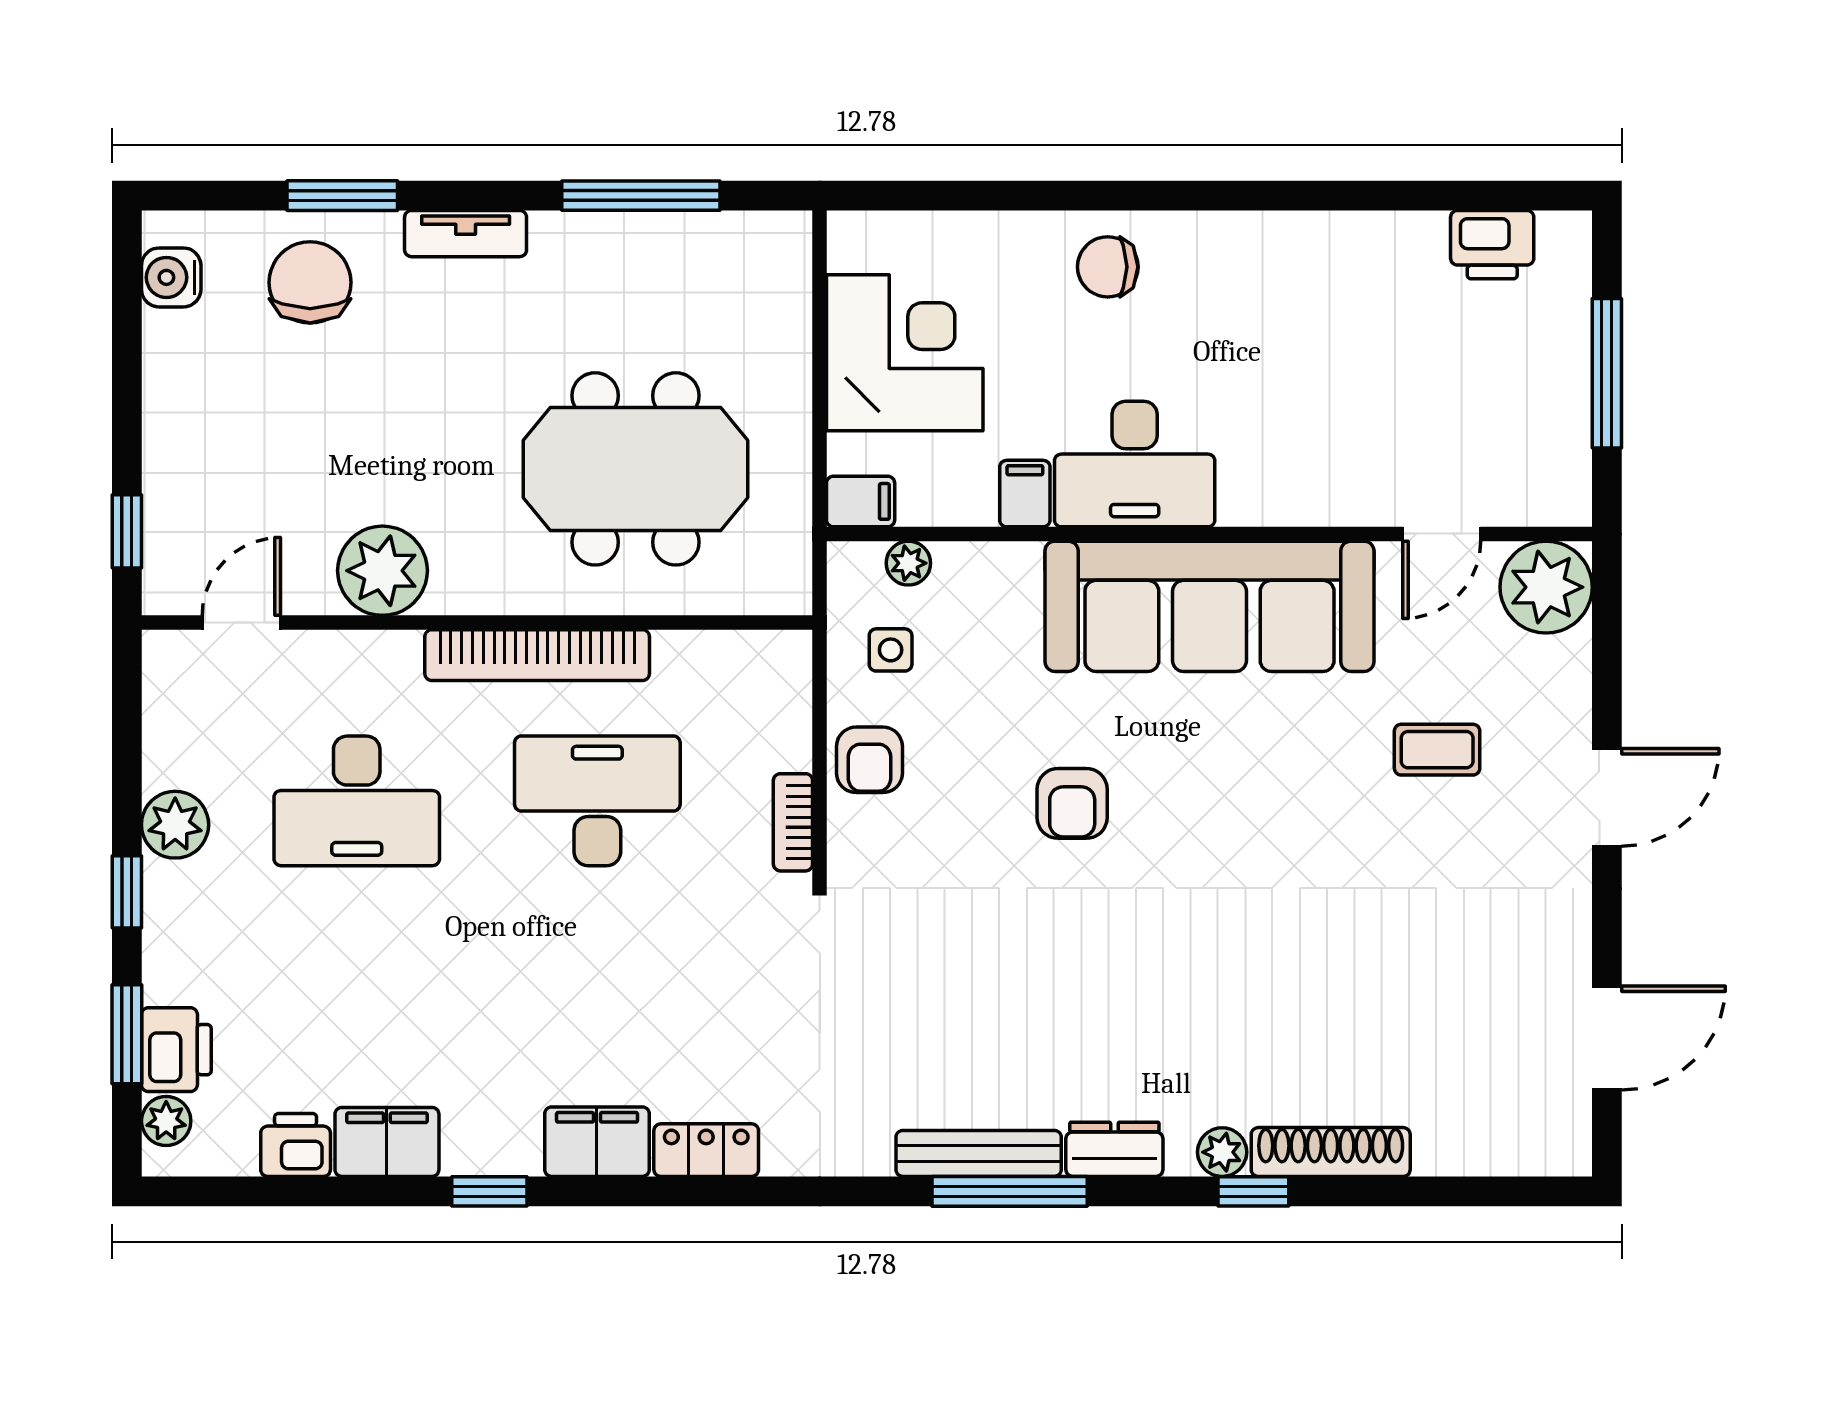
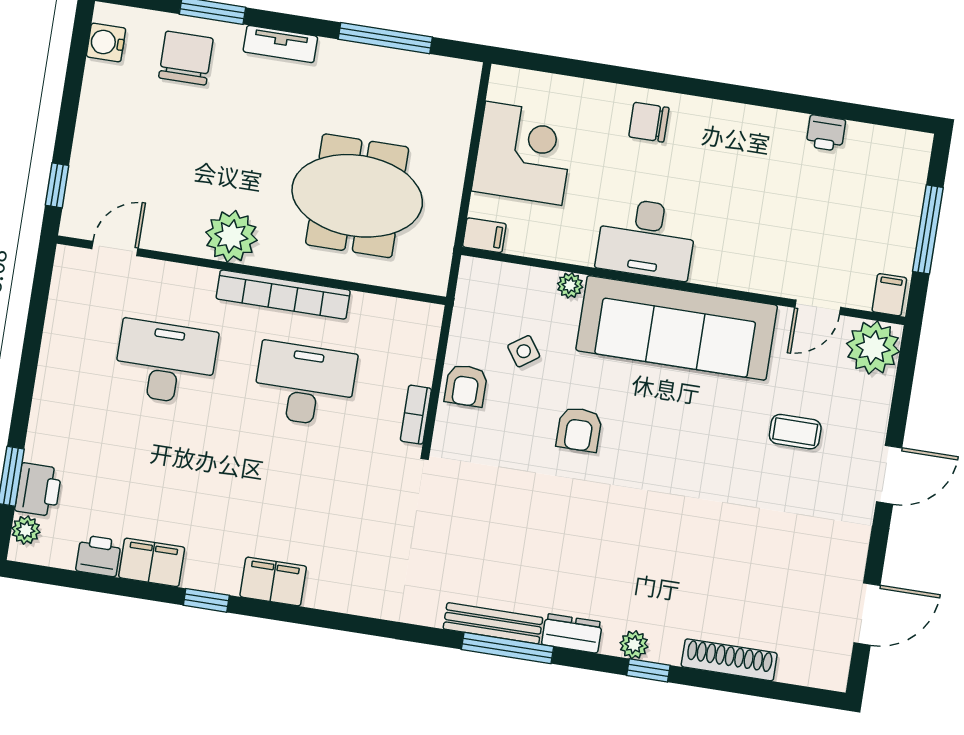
printer: (1492, 245) -> (826, 133), moved, width x0.73, depth x0.81
filing cabinet: (1025, 494) -> (889, 295), moved
plant: (908, 563) -> (570, 285), moved
plant: (382, 571) -> (231, 236), moved
side table: (891, 650) -> (524, 351), moved, turned -35
desk: (357, 801) -> (165, 362), turned 180
plant: (175, 825) -> (58, 359), removed
window: (127, 892) -> (24, 394), removed
locker: (706, 1150) -> (336, 596), removed
shoe rack: (1331, 1152) -> (729, 660), moved

